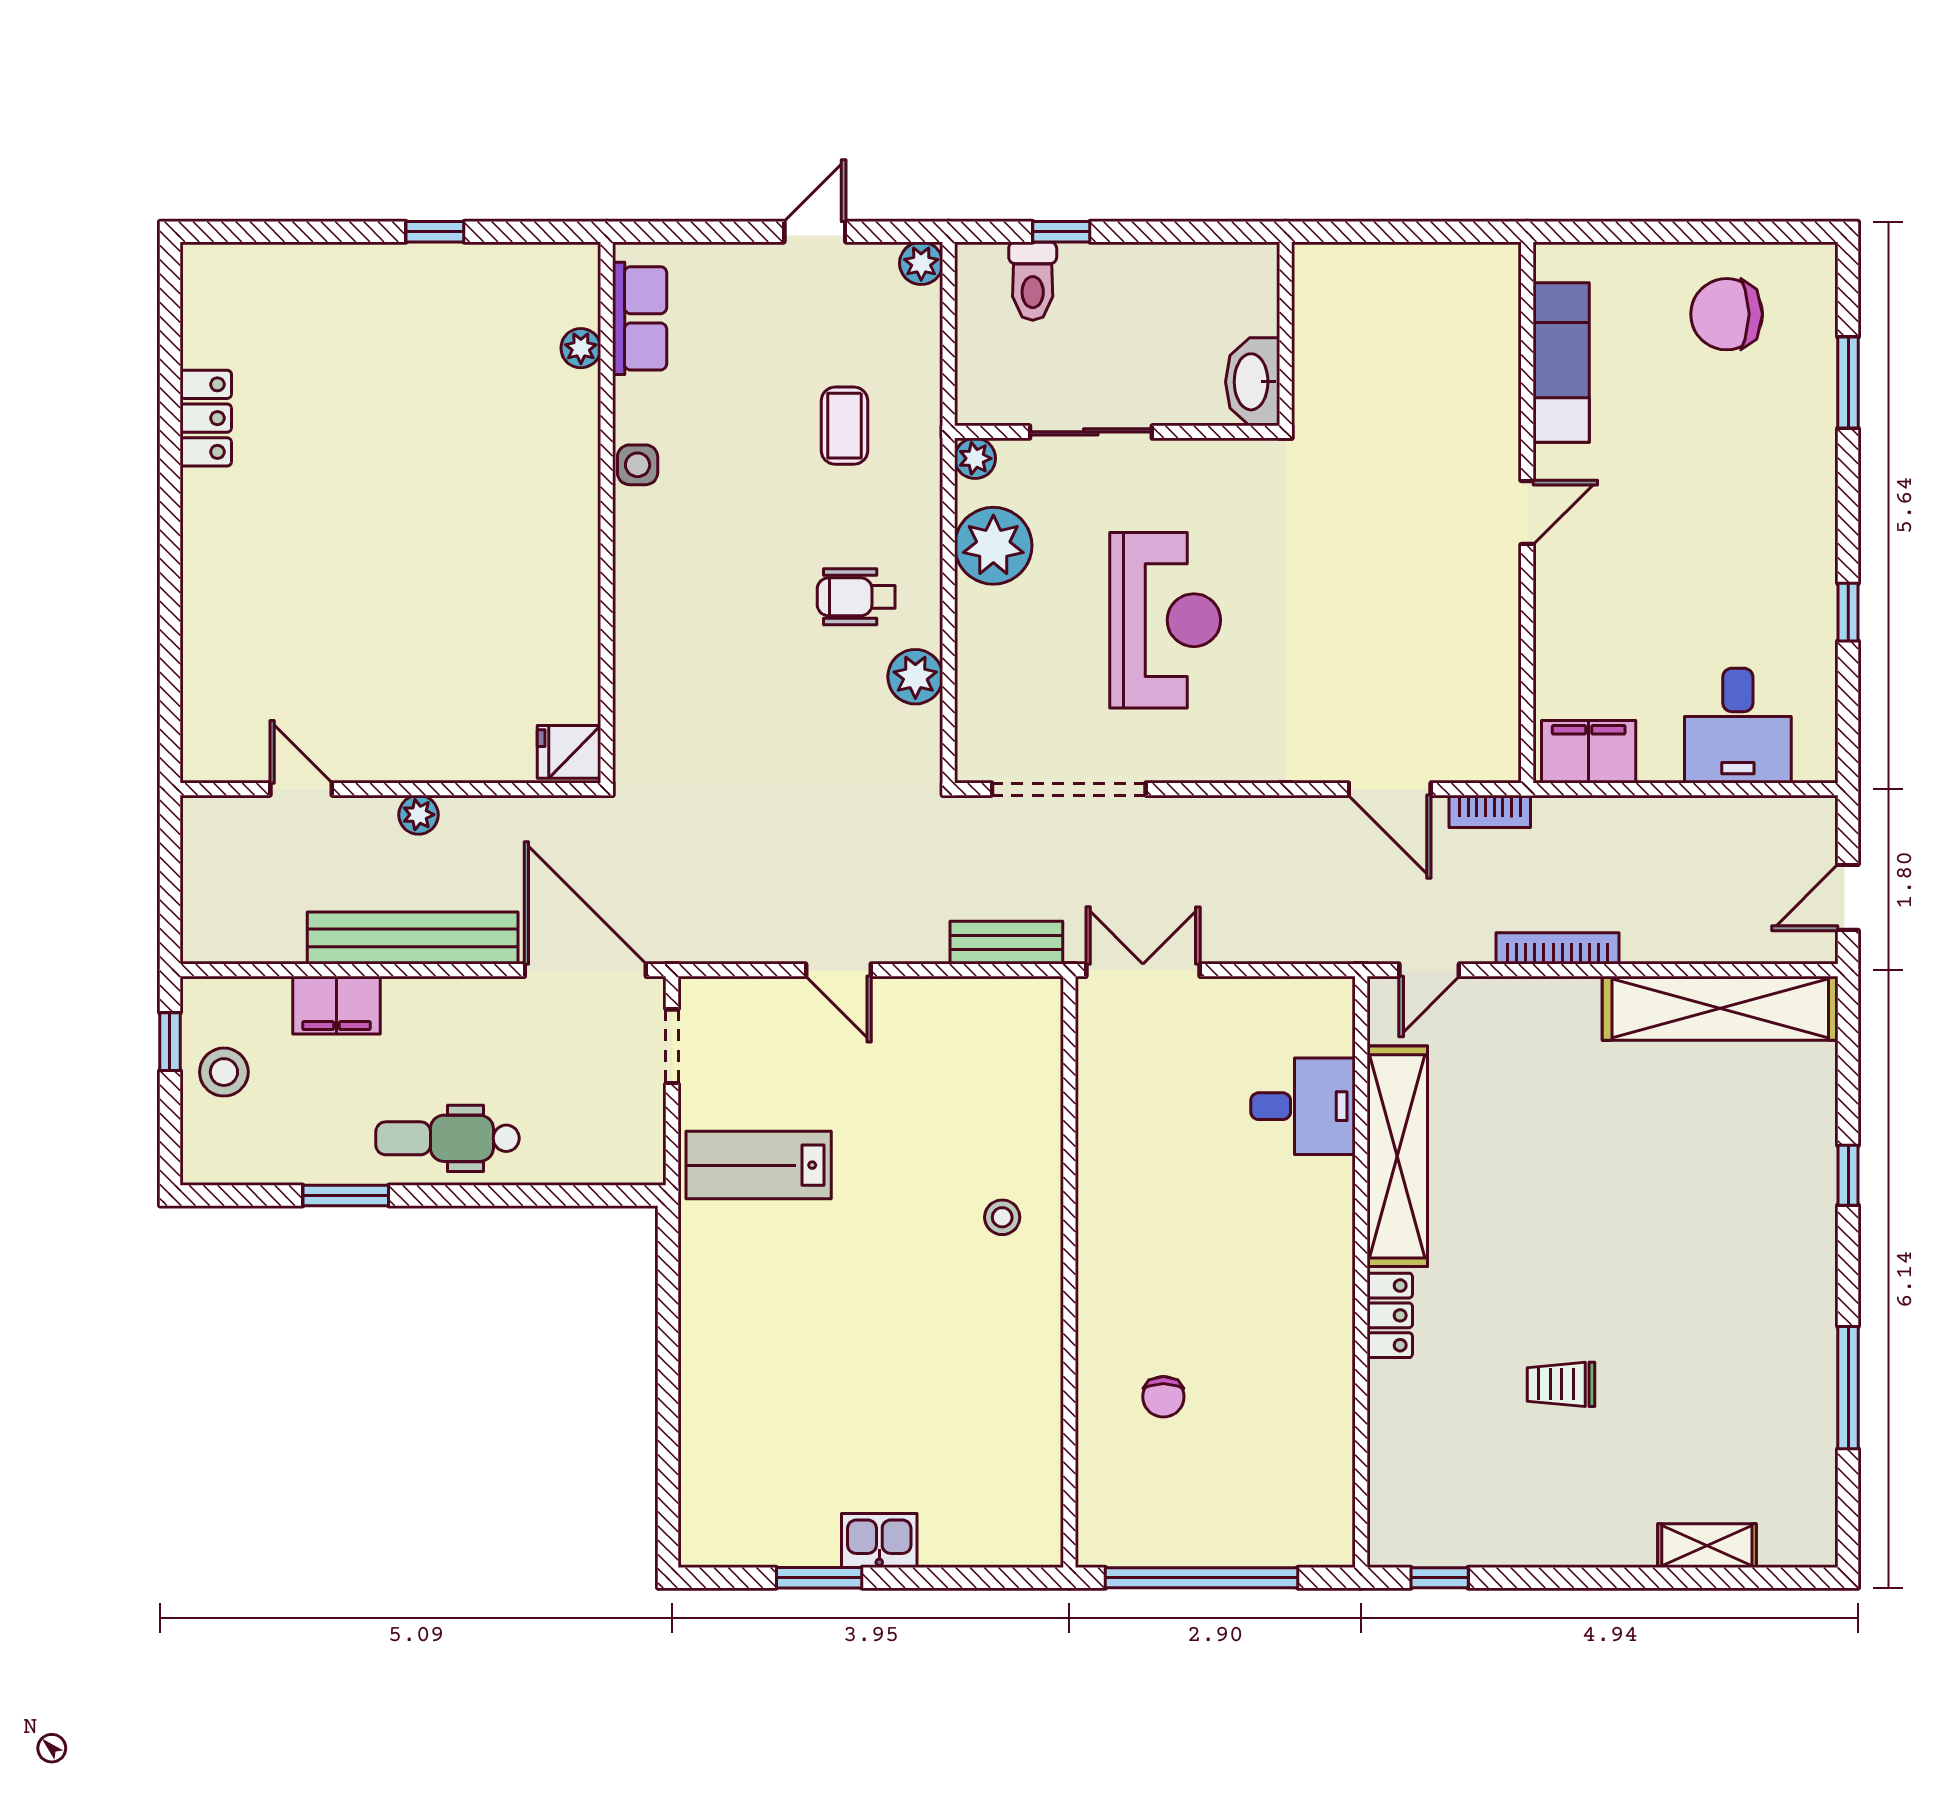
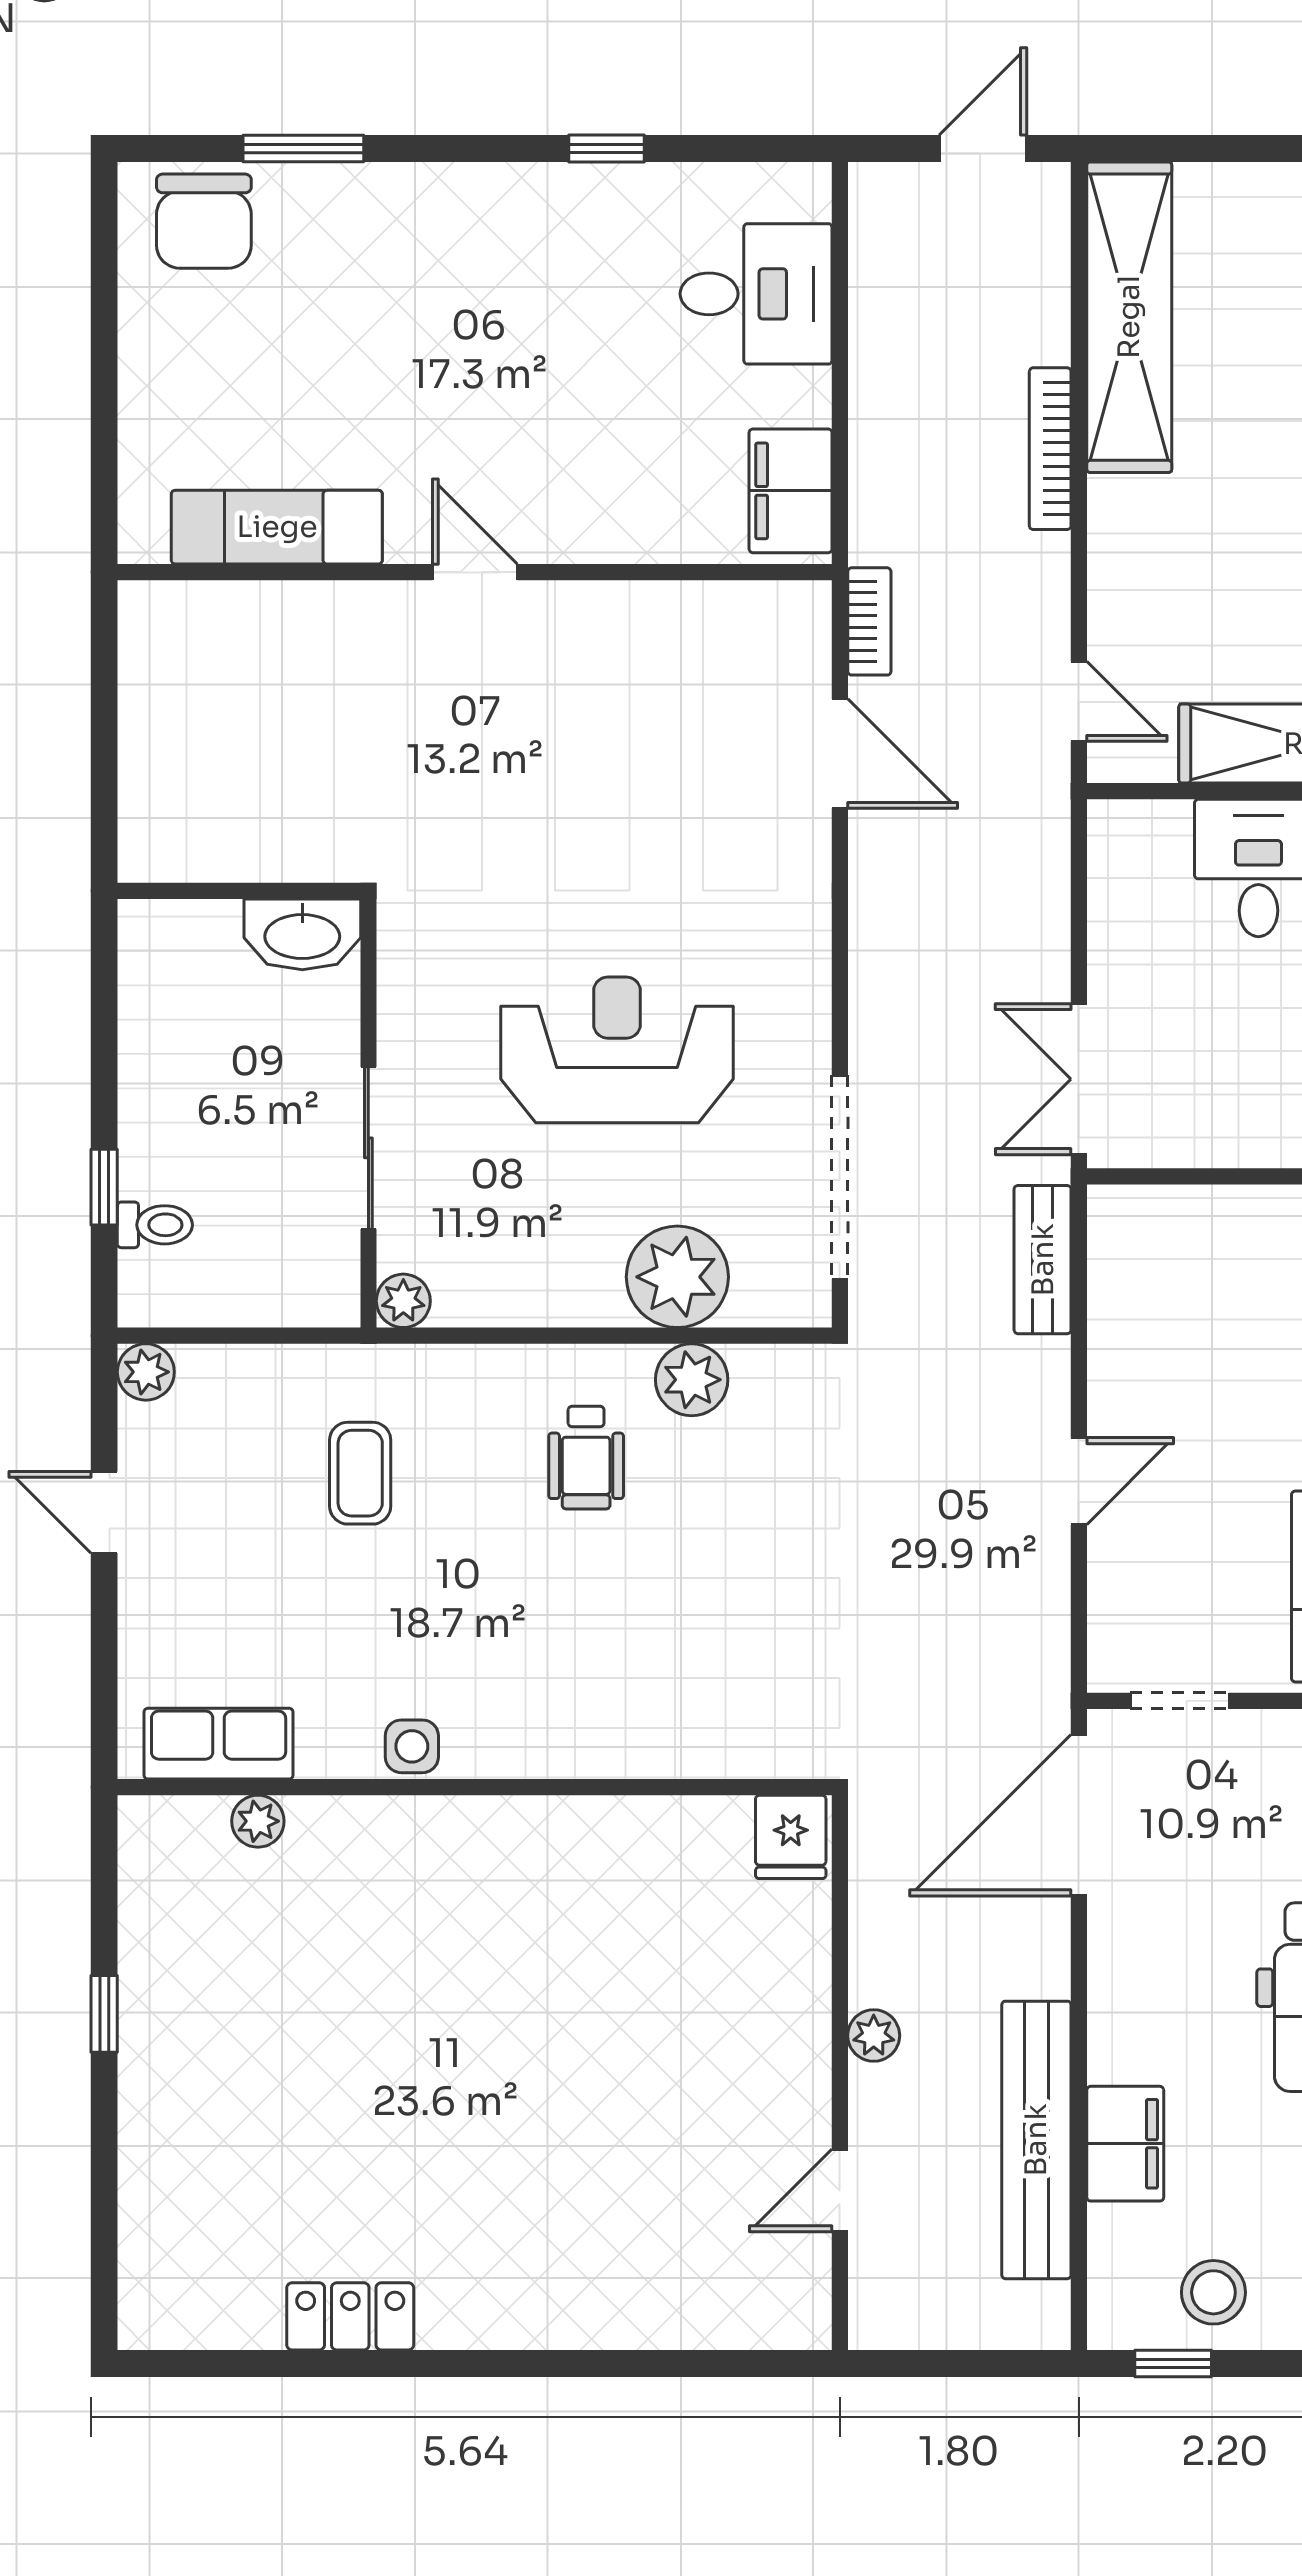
toilet: (1033, 281) -> (155, 1225), width x0.73, depth x0.72
chair: (1727, 314) -> (204, 221), moved
coffee table: (845, 426) -> (360, 1473), turned 90
plant: (993, 546) -> (677, 1277), moved
door: (1390, 789) -> (840, 754), hinge flipped
door: (1848, 897) -> (983, 148), swing flipped
bench: (413, 938) -> (1036, 2140), moved
bookcase: (1558, 948) -> (1050, 449), moved

